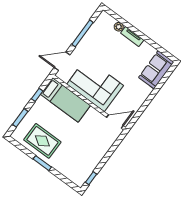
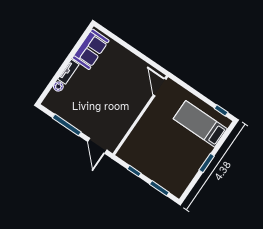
sofa: (156, 70) -> (91, 49), moved, turned -90
corner sofa: (95, 85) -> (121, 109), removed
bed: (65, 100) -> (200, 124), moved, turned -90
rug: (42, 141) -> (183, 164), removed

